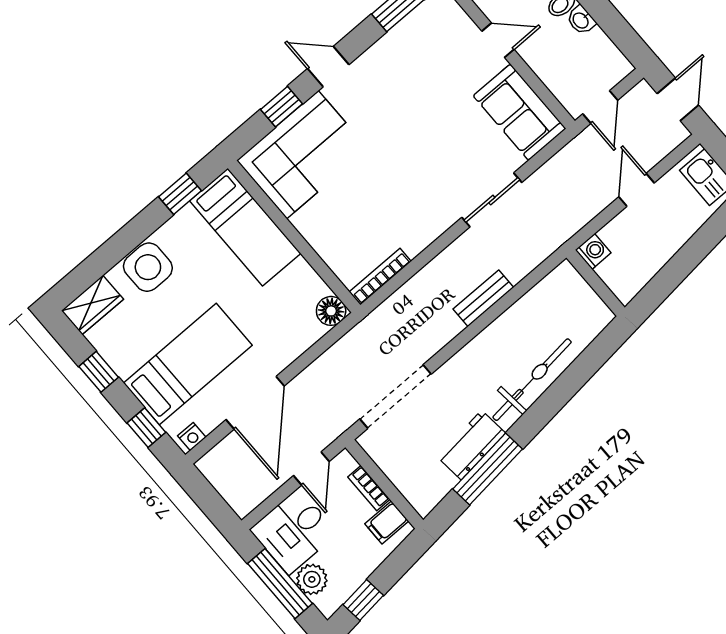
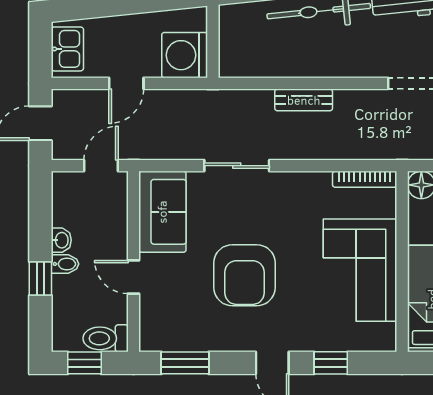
armchair: (411, 118) -> (245, 275), added
corner sofa: (302, 155) -> (360, 270), moved, turned -90
washing machine: (593, 251) -> (185, 55), width x1.89, depth x1.89

